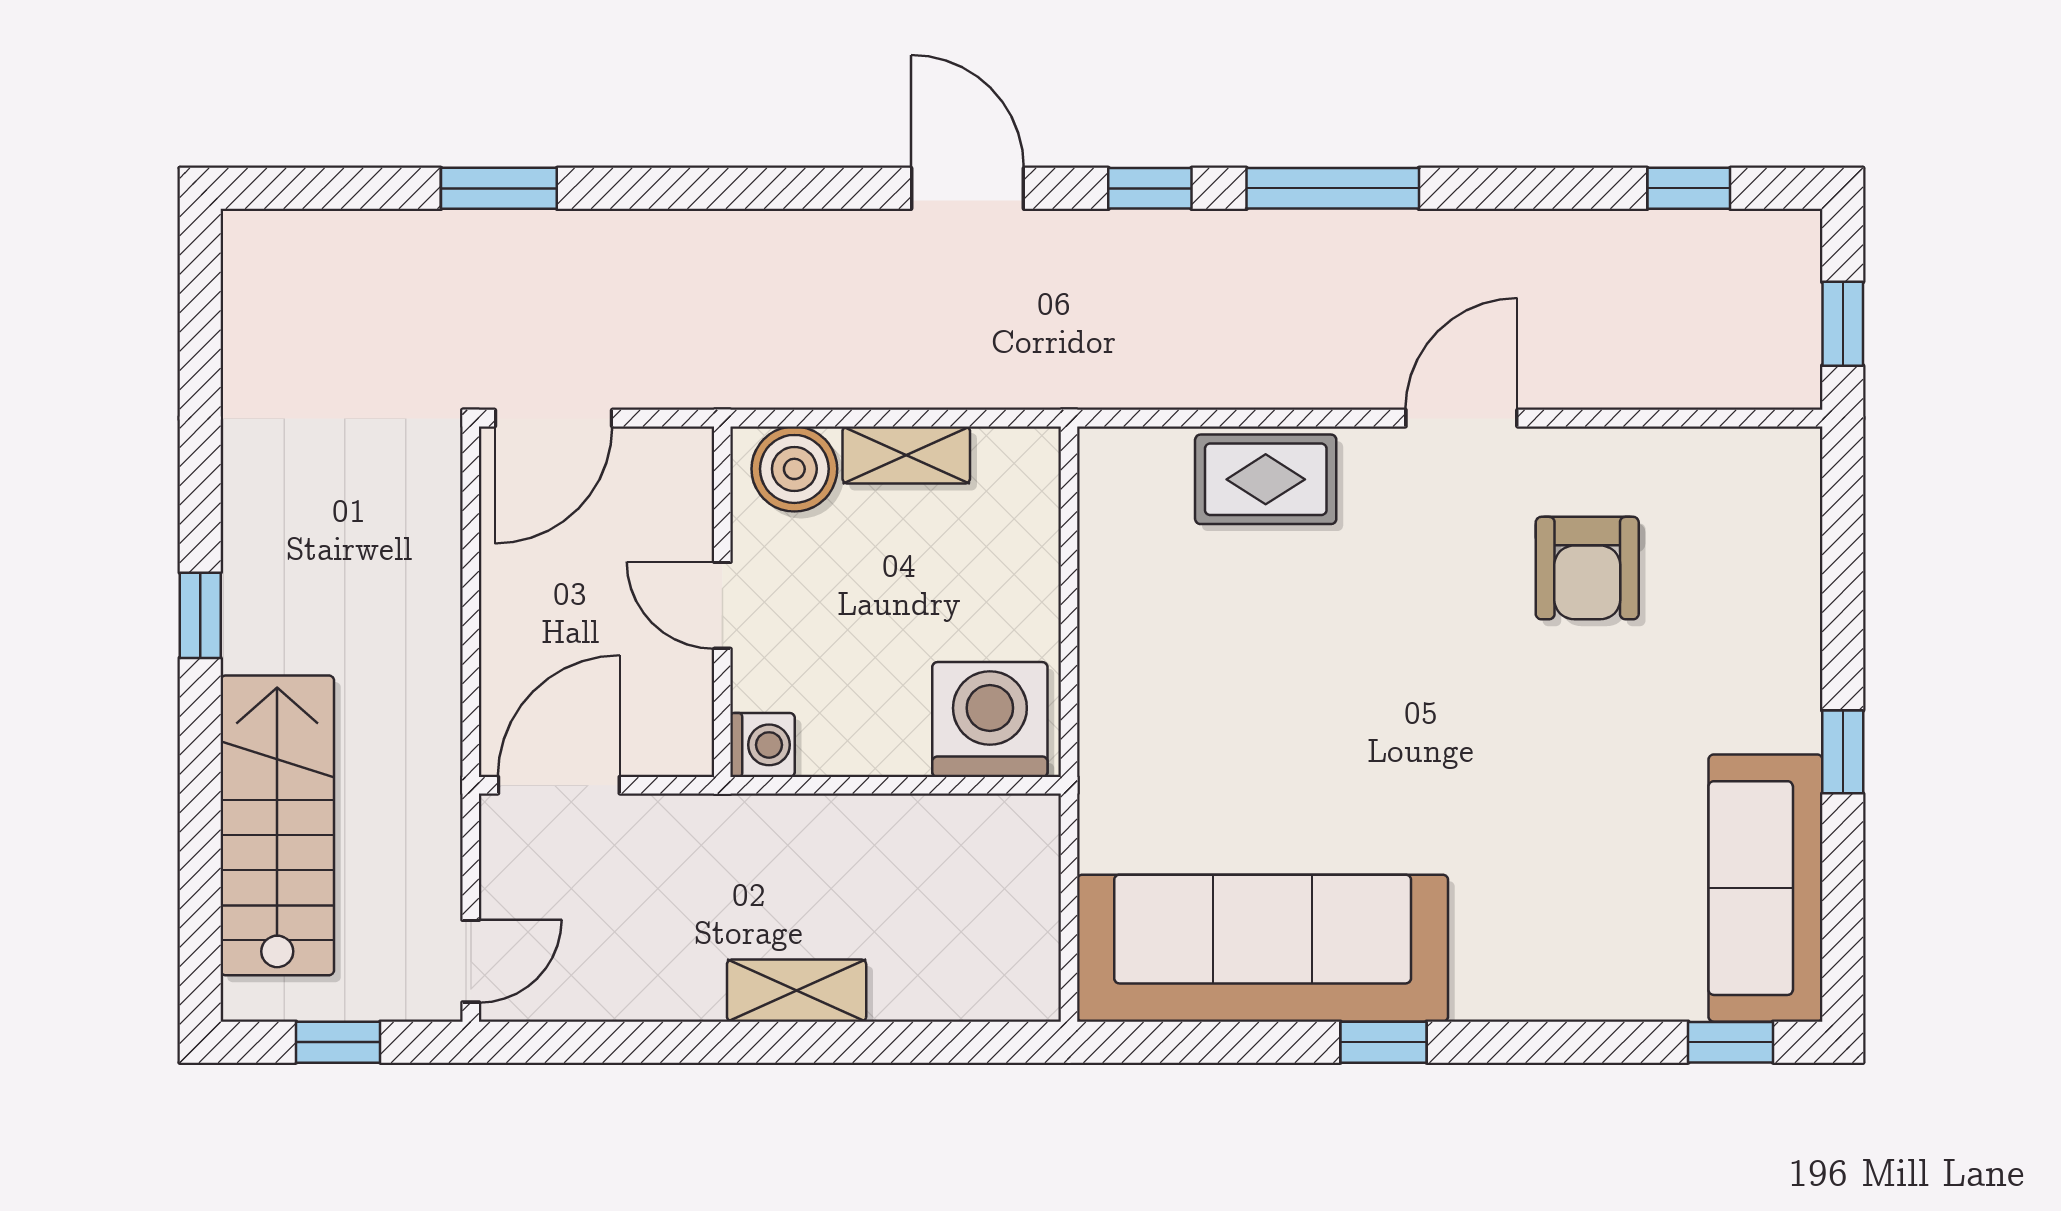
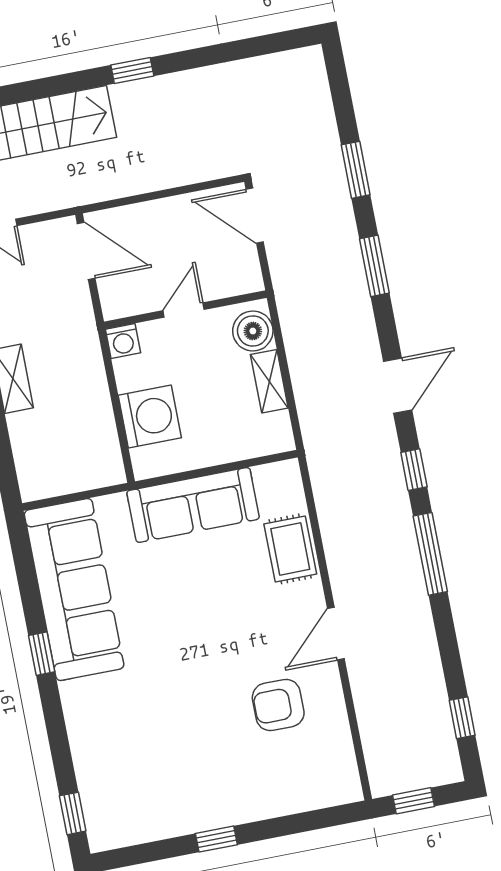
window: (707, 188) -> (374, 266), added
door: (1461, 418) -> (336, 634), swing flipped
washing machine: (990, 720) -> (150, 416), moved
sofa: (1765, 888) -> (193, 505), moved, turned 180

